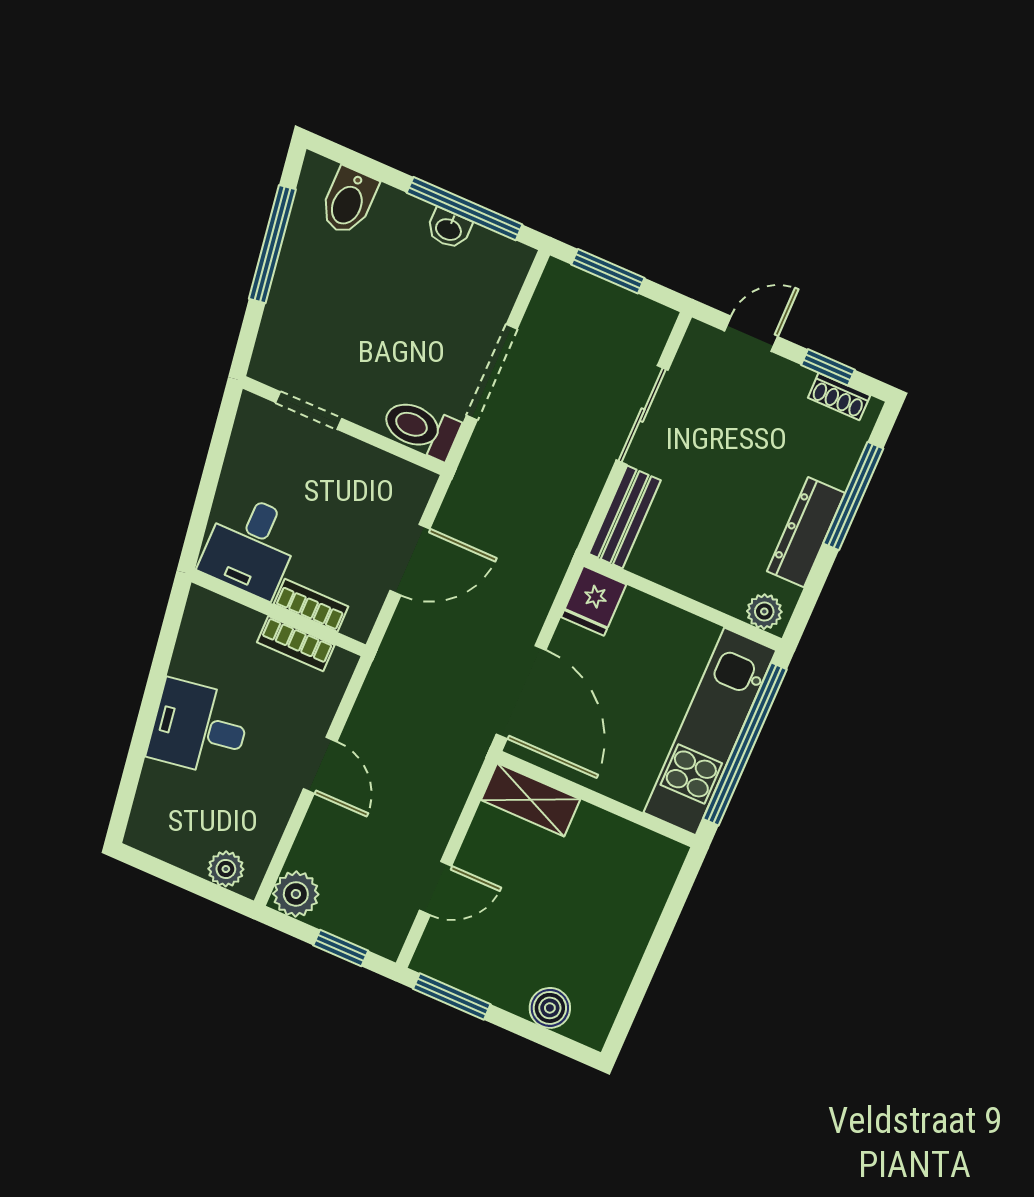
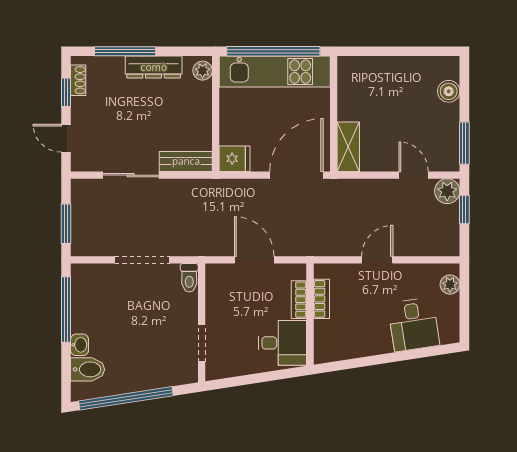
washbasin: (449, 229) -> (80, 345), moved
window: (272, 244) -> (126, 398), width x1.46
toilet: (421, 428) -> (189, 278), width x0.73, depth x0.72
desk: (199, 728) -> (414, 324), moved
plant: (296, 894) -> (447, 191), moved

